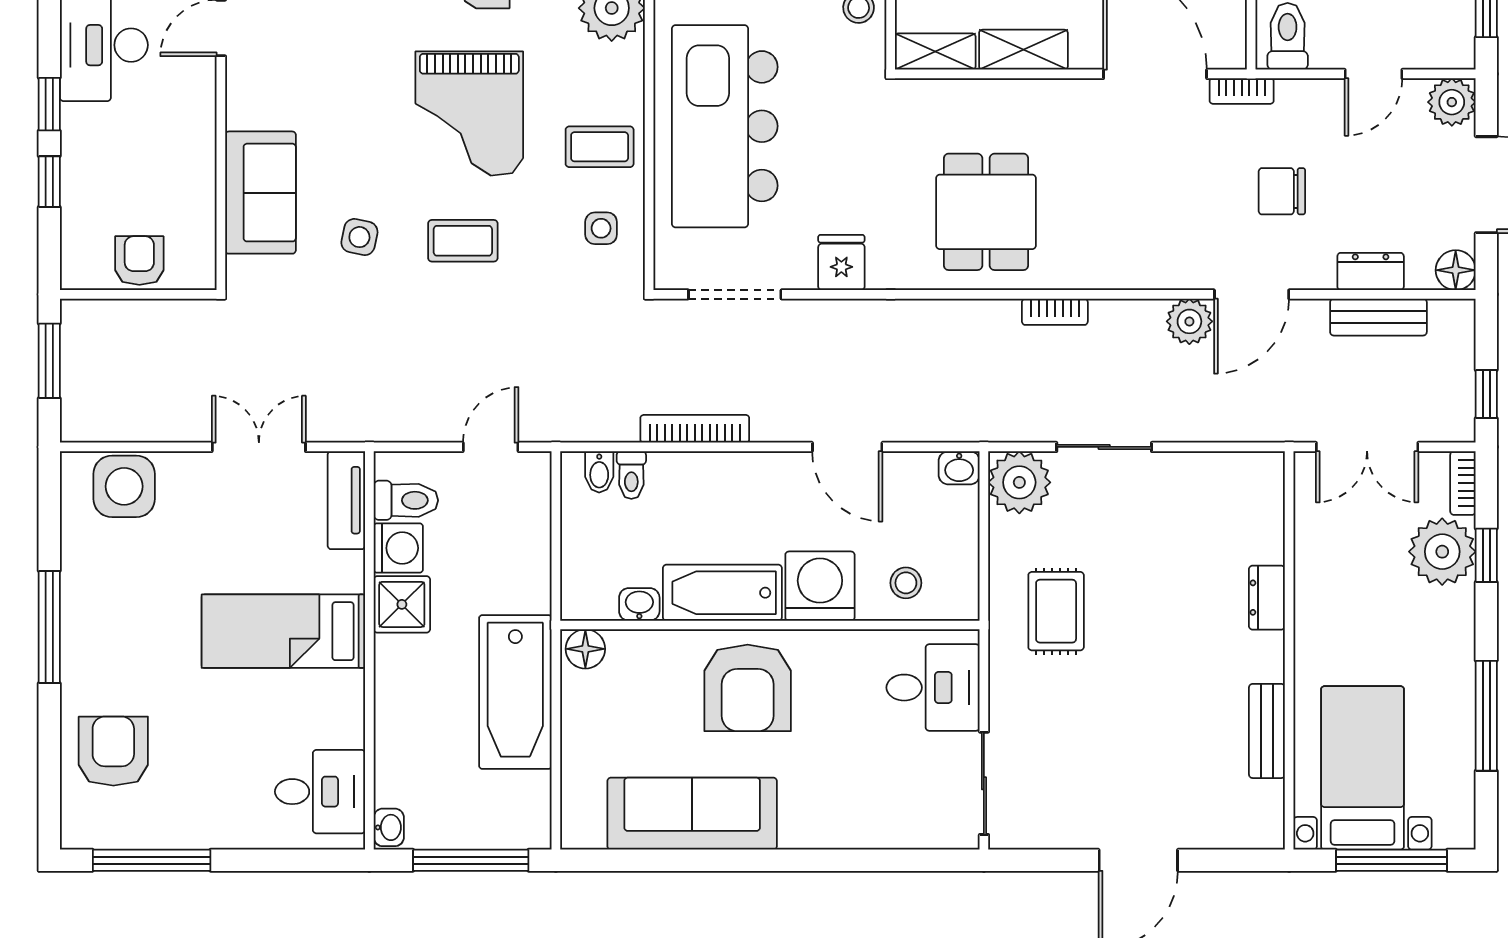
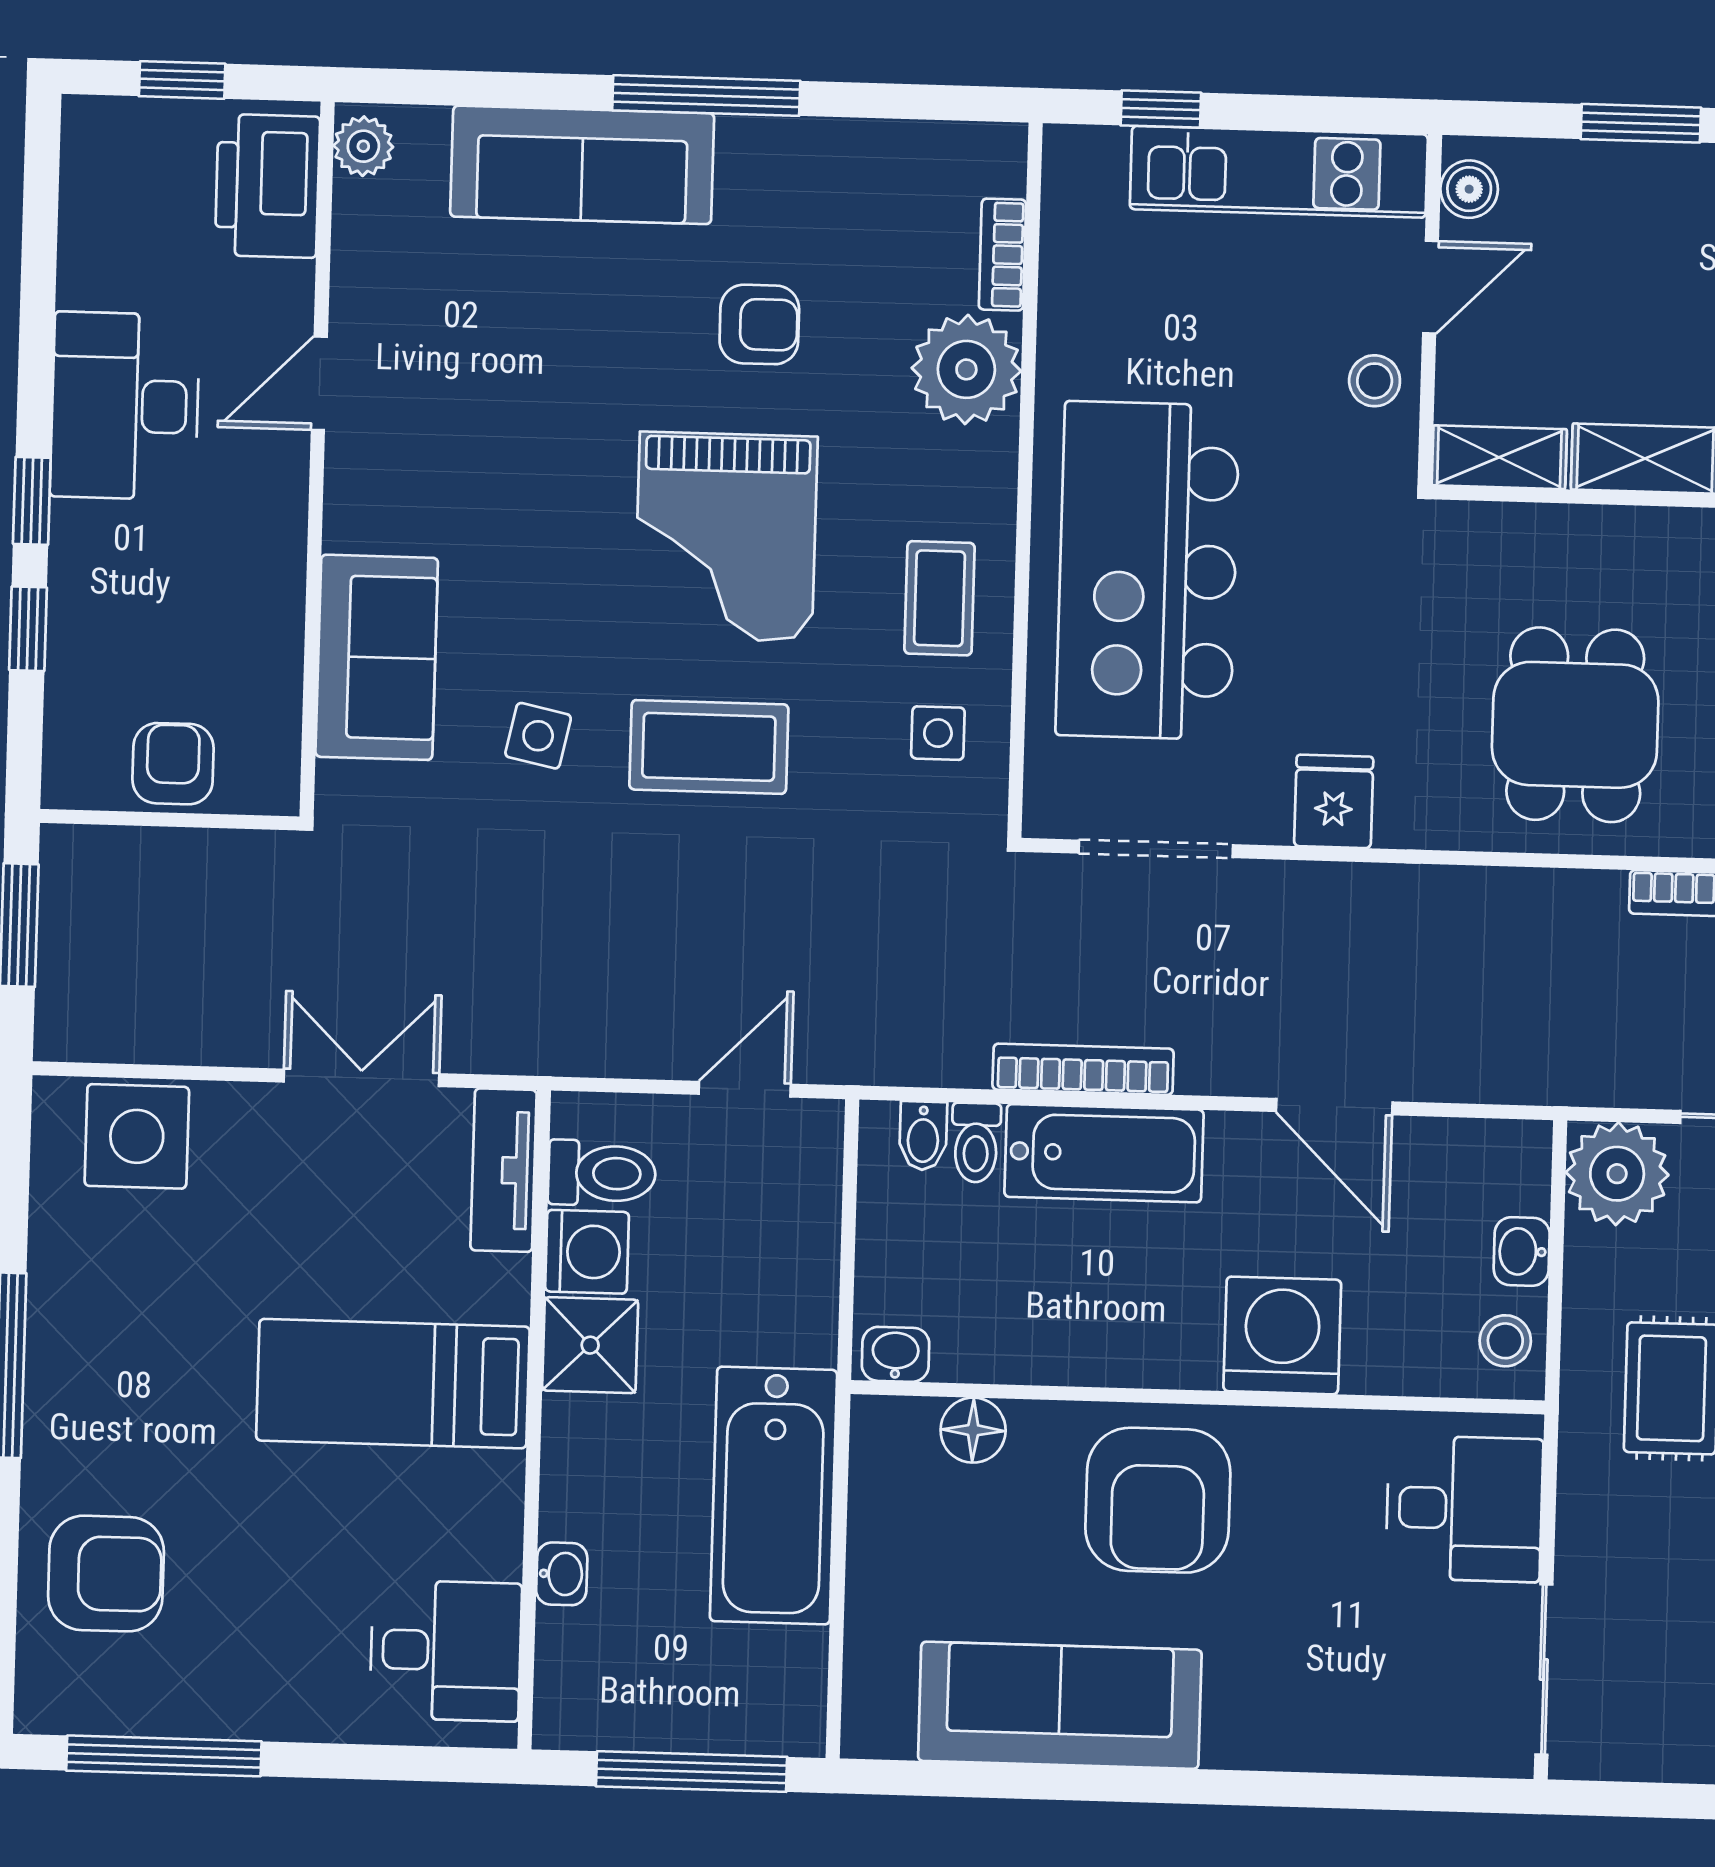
coffee table: (600, 147) -> (940, 598), turned 90
coffee table: (463, 241) -> (709, 747), width x1.36, depth x1.30
washbasin: (959, 468) -> (1522, 1252), moved, turned 90
stool: (906, 583) -> (1505, 1341), moved
bathtub: (722, 593) -> (1104, 1153), moved, turned 180
washbasin: (639, 604) -> (895, 1354), moved
floor lamp: (585, 649) -> (973, 1430), moved
armchair: (113, 751) -> (106, 1574), turned 90
washbasin: (389, 827) -> (562, 1574), moved

